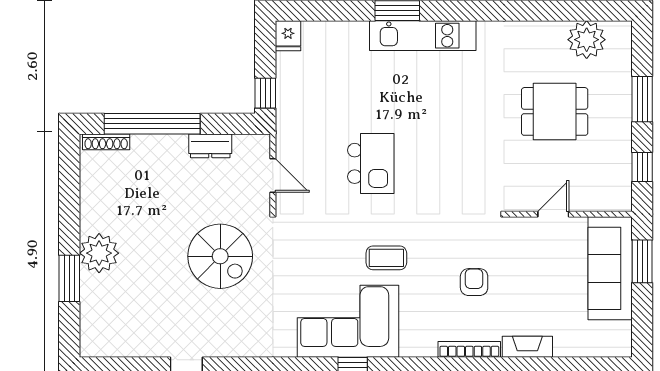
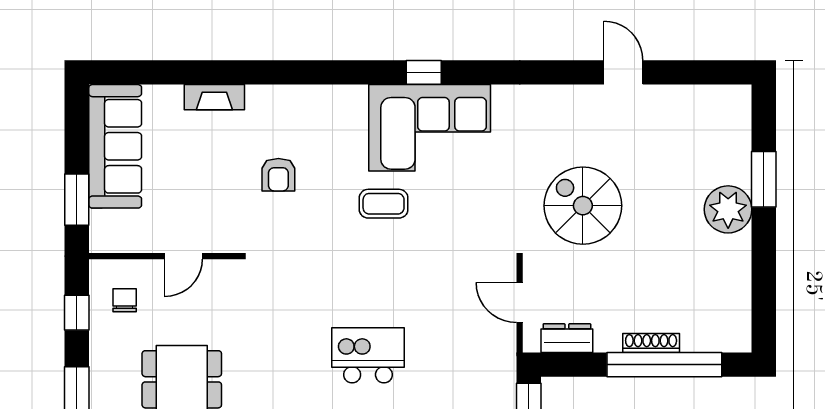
shoe rack: (106, 142) -> (651, 343), moved
dresser: (210, 146) -> (567, 338), moved
kitchen island: (371, 163) -> (368, 355), moved, turned 90
chair: (602, 177) -> (125, 300), added
sofa: (610, 268) -> (115, 146), moved
bookcase: (469, 349) -> (284, 94), removed

